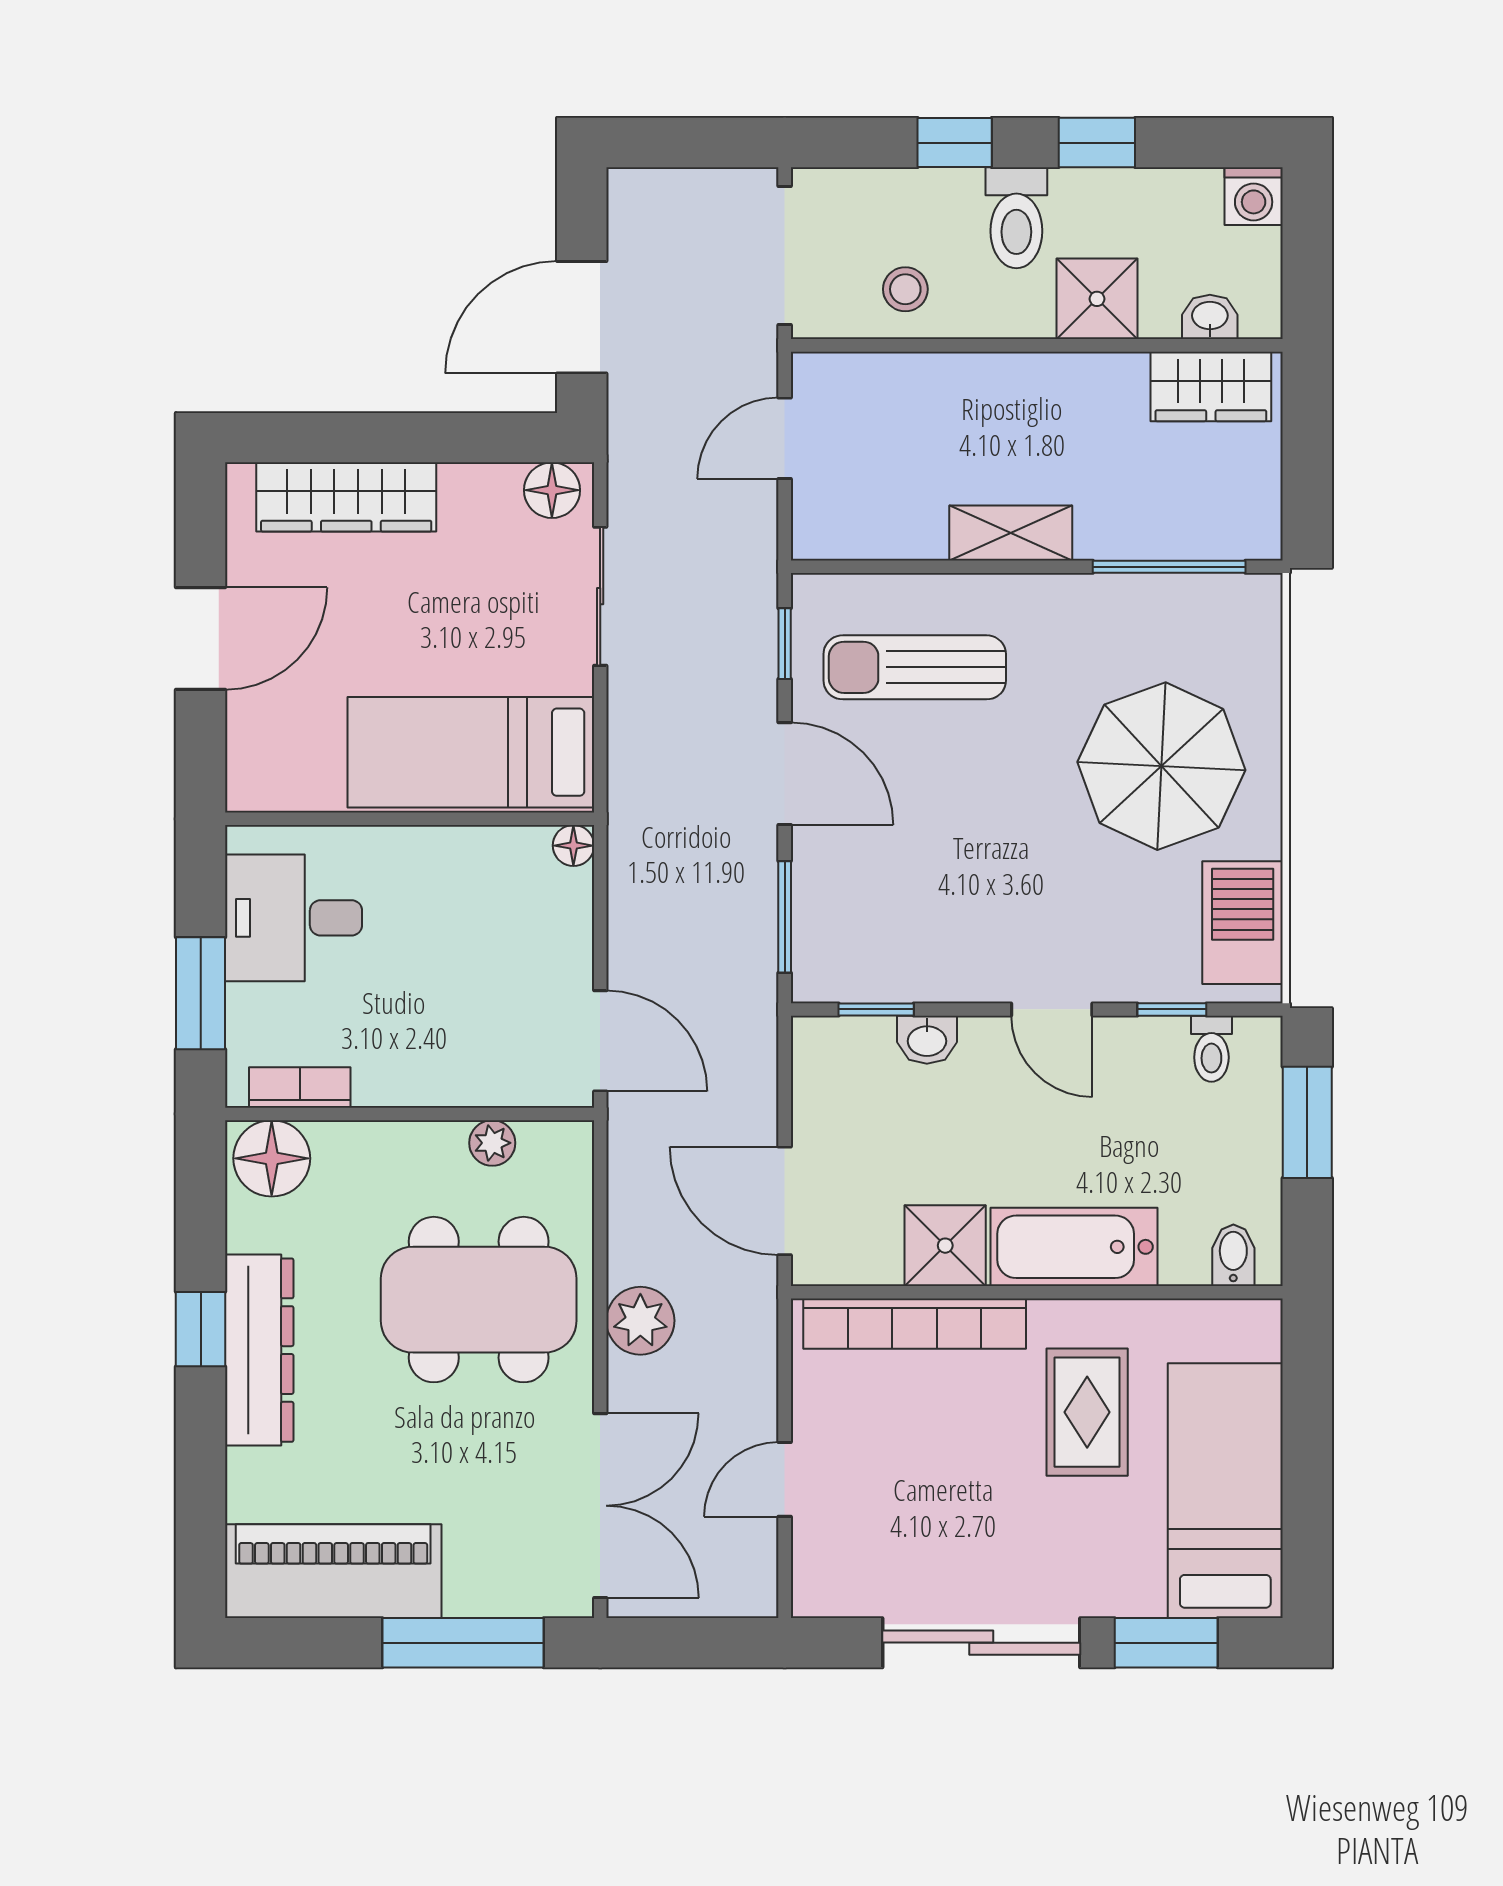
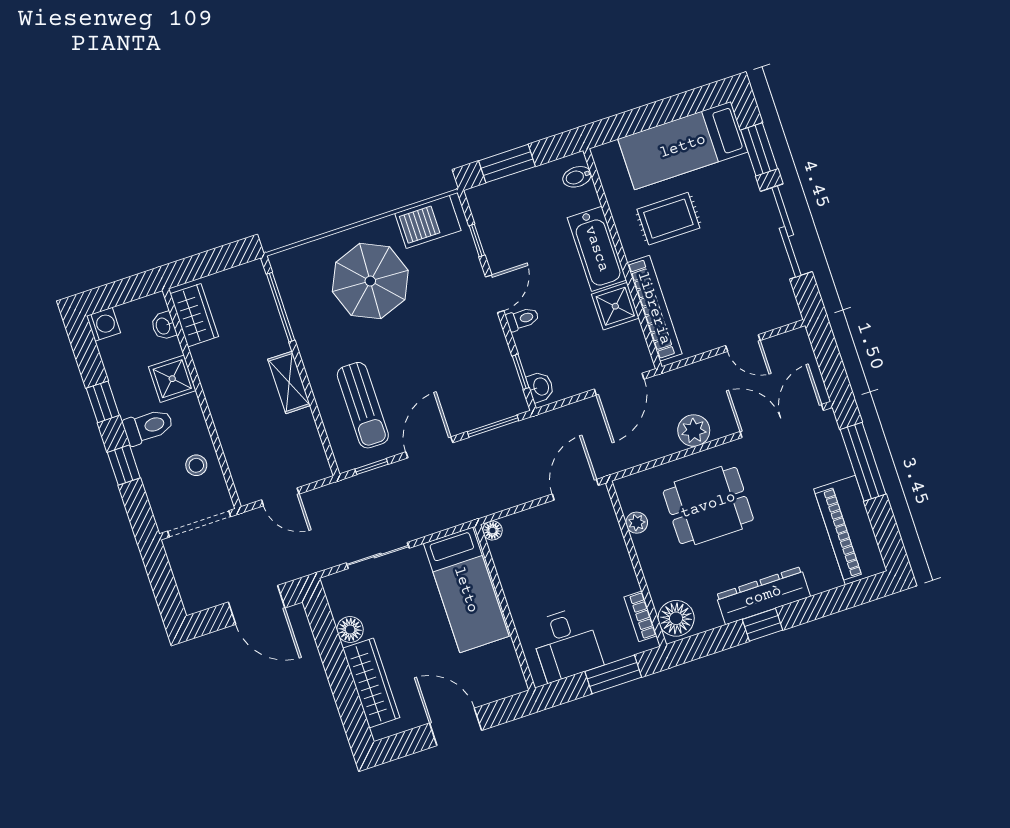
floor lamp: (552, 490) -> (350, 629), moved
washbasin: (927, 1040) -> (540, 387), moved
toilet: (1211, 1049) -> (522, 319), moved
dining table: (479, 1300) -> (708, 505), width x0.73

